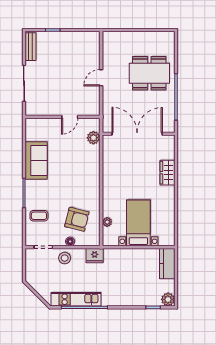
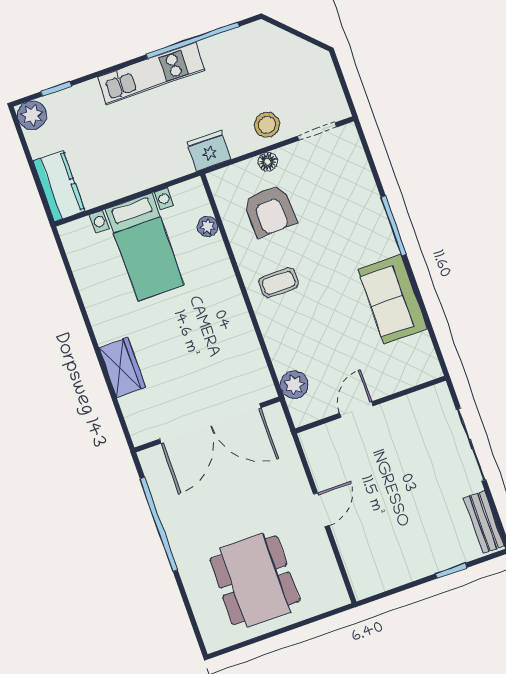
dining table: (149, 73) -> (255, 580), moved, turned 90
coffee table: (39, 216) -> (279, 283), moved
armchair: (77, 219) -> (270, 211), turned -106
kitchen unit: (76, 299) -> (151, 74), moved

